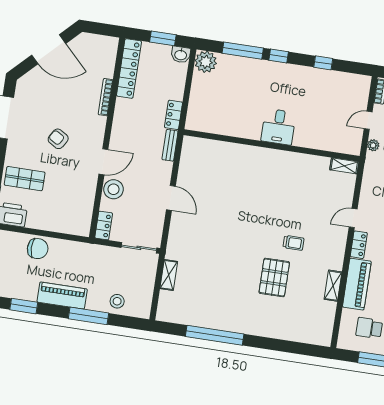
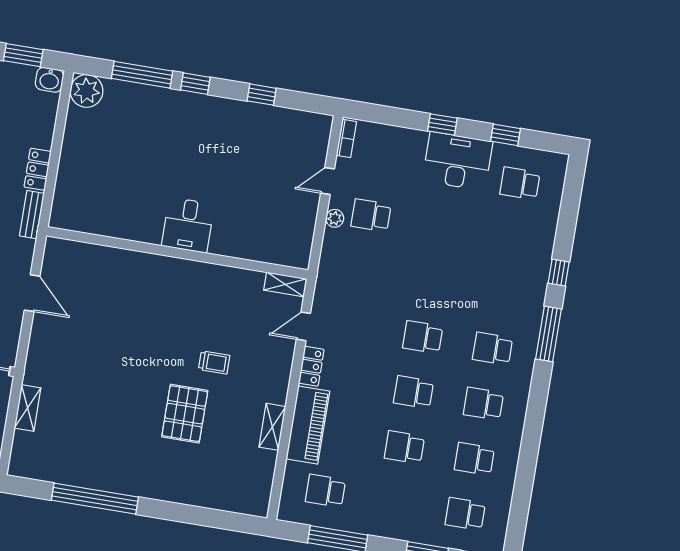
desk: (278, 127) -> (188, 225), moved
wall: (272, 145) -> (177, 253), moved
shelving: (344, 166) -> (285, 284), moved

